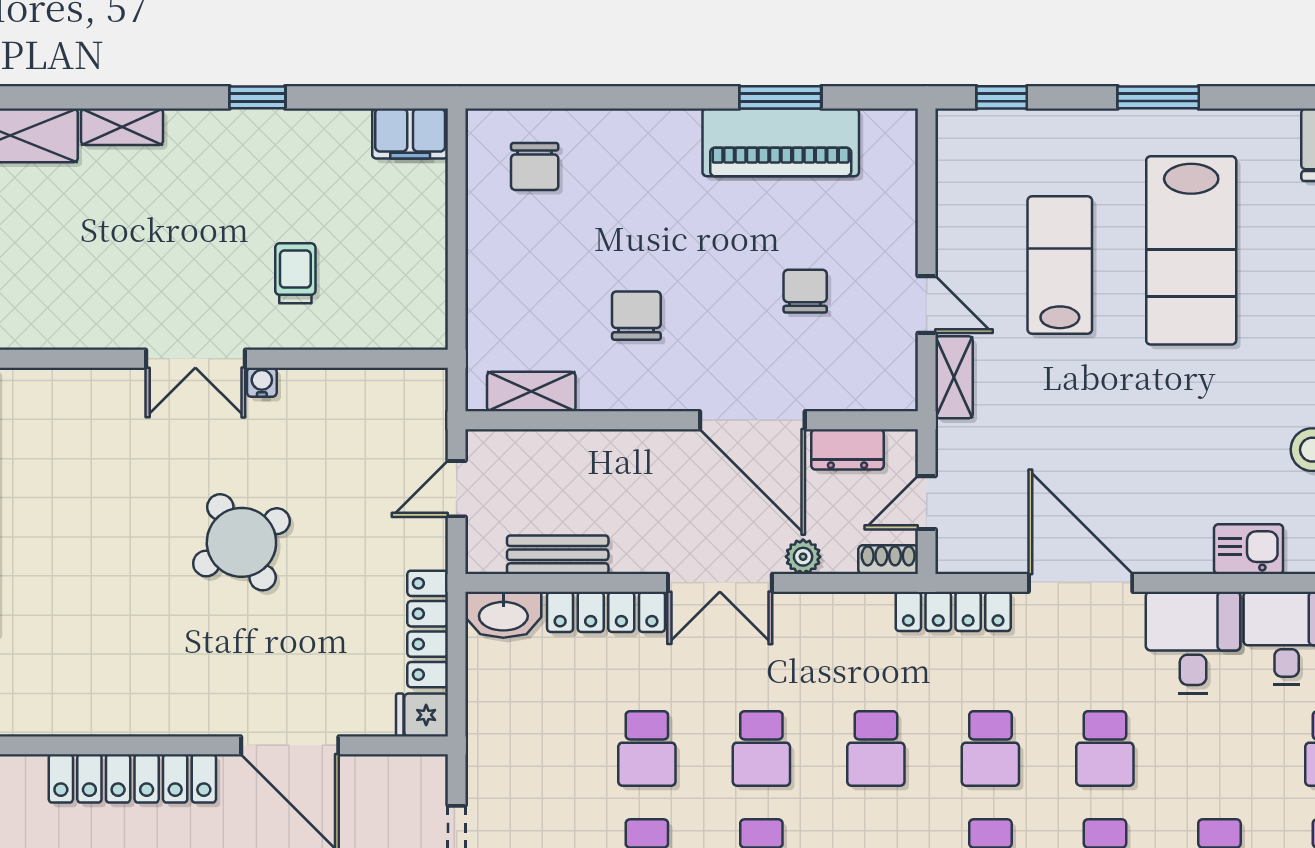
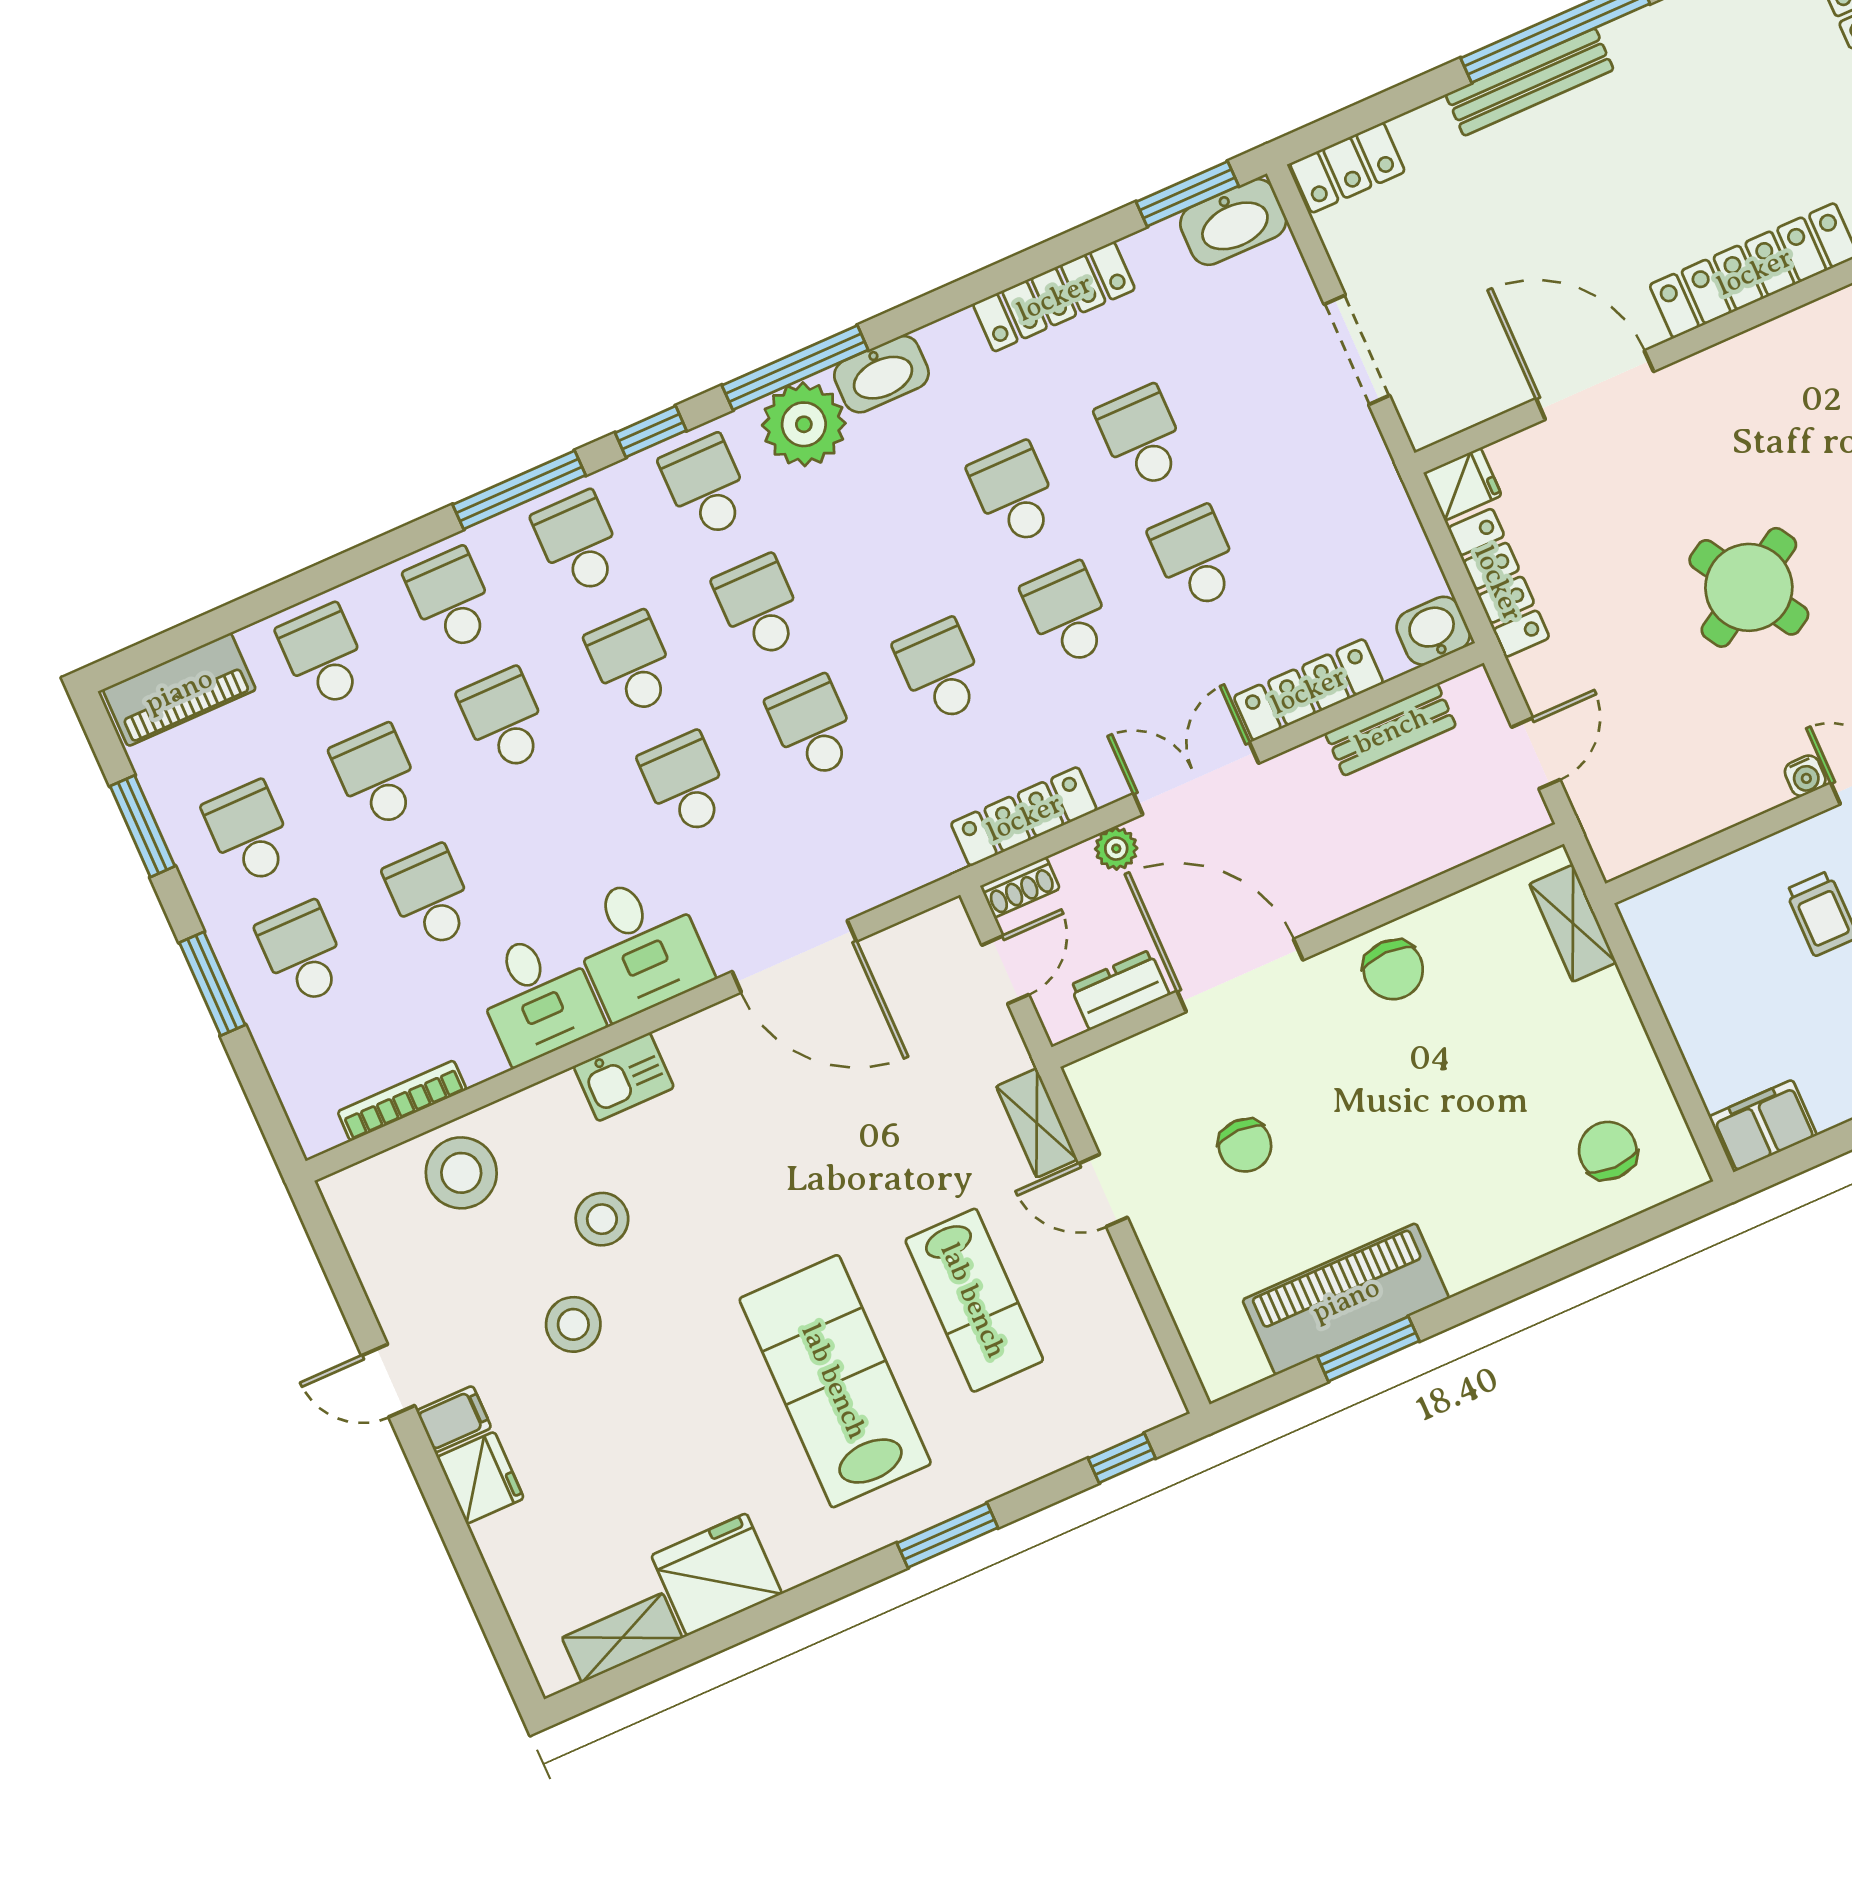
chair: (636, 316) -> (1393, 970), moved
shelving: (531, 392) -> (1573, 923), moved, turned 90
locker: (953, 611) -> (1024, 817), moved
washbasin: (503, 615) -> (1433, 631), width x0.72

